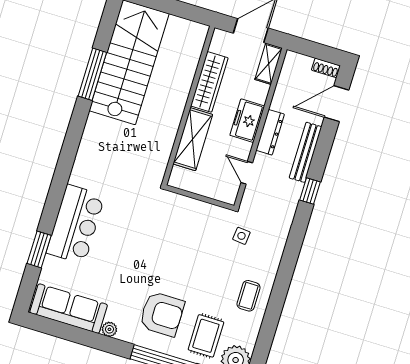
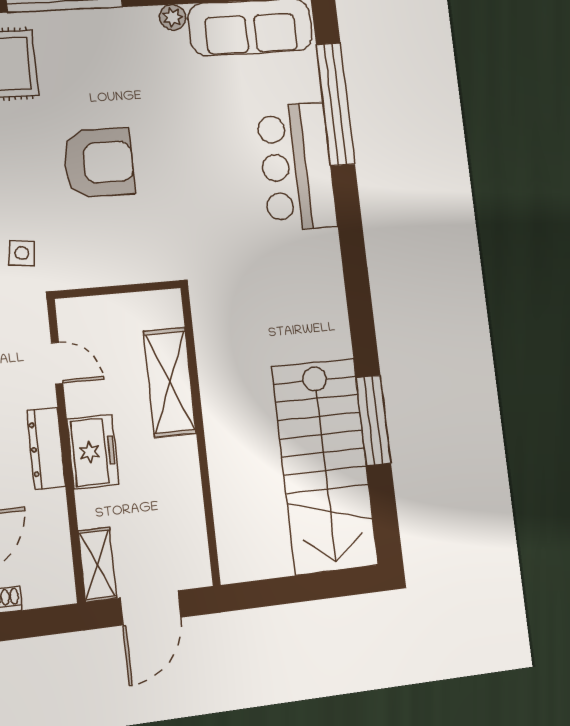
wardrobe: (209, 82) -> (183, 490), removed
window: (39, 249) -> (335, 104), width x2.11
armchair: (162, 314) -> (99, 163), moved, turned 180

